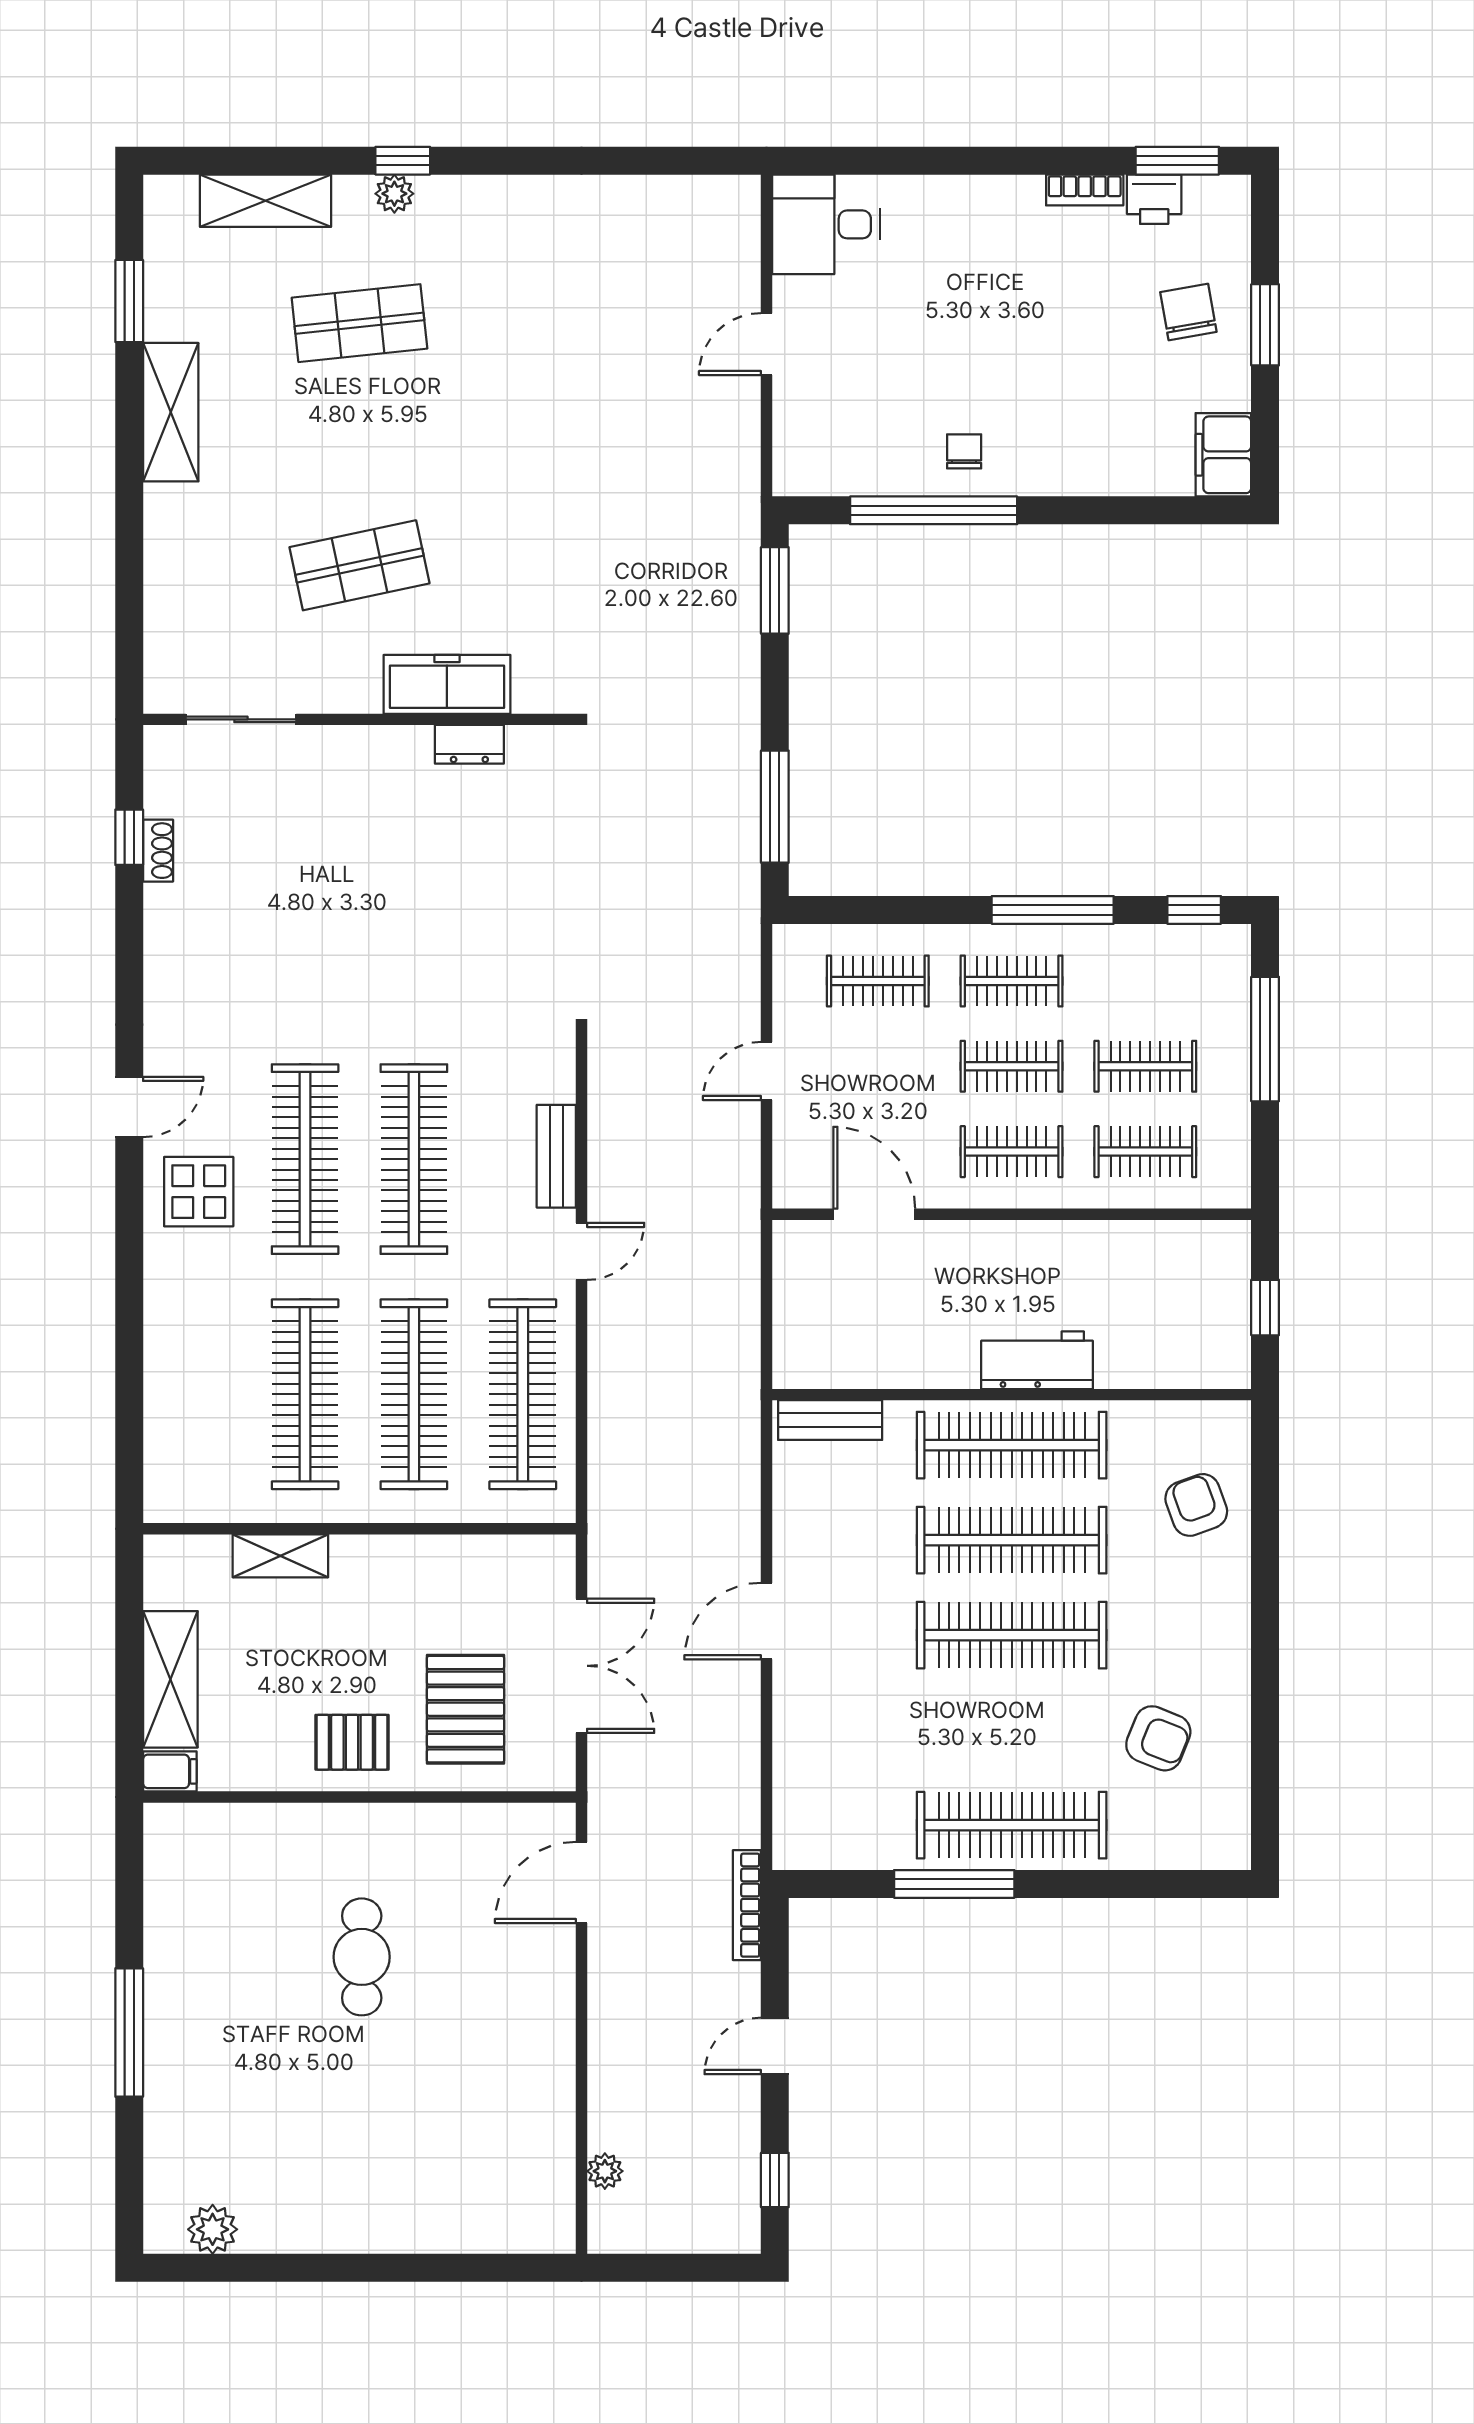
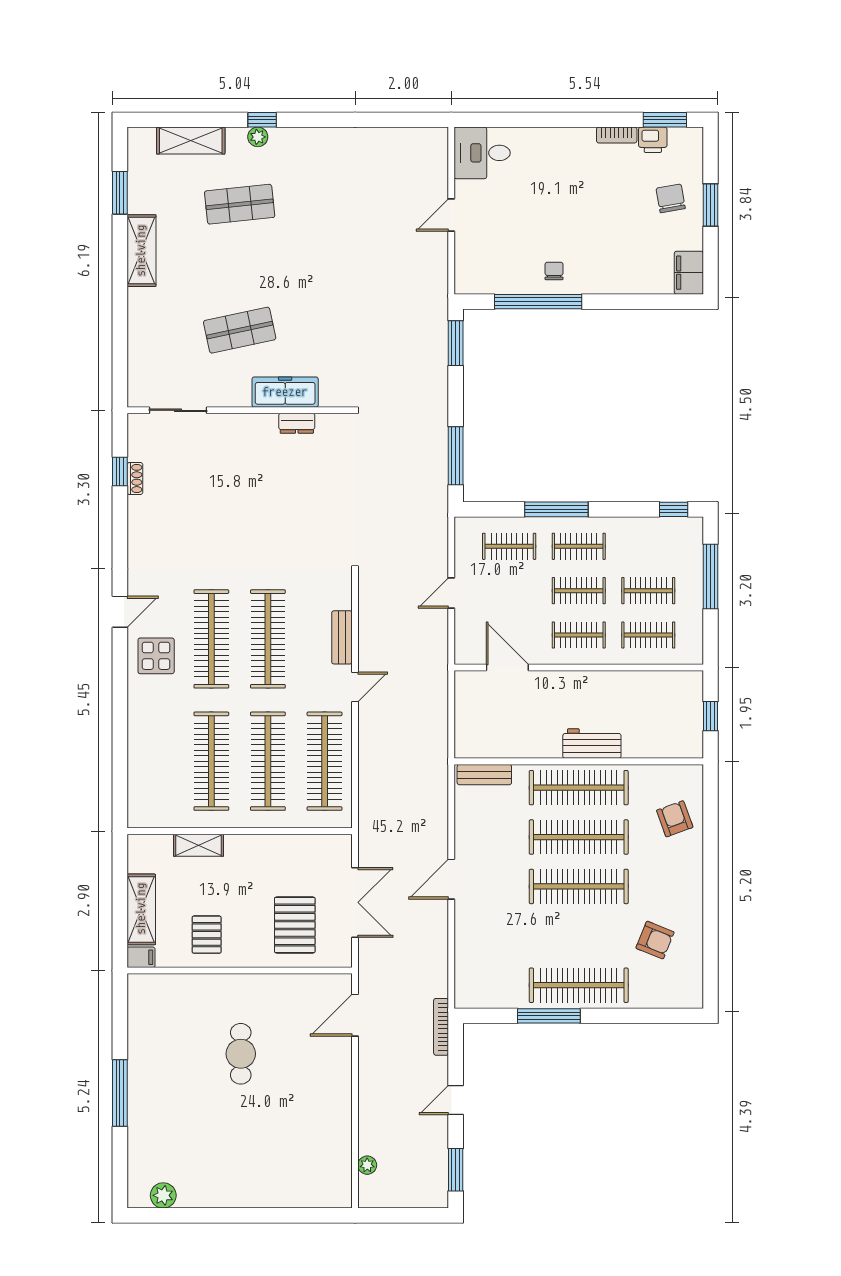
window: (1053, 910) -> (556, 509), moved
pallet: (352, 1742) -> (207, 935), moved, turned 90
window: (775, 2180) -> (456, 1170), width x1.50

